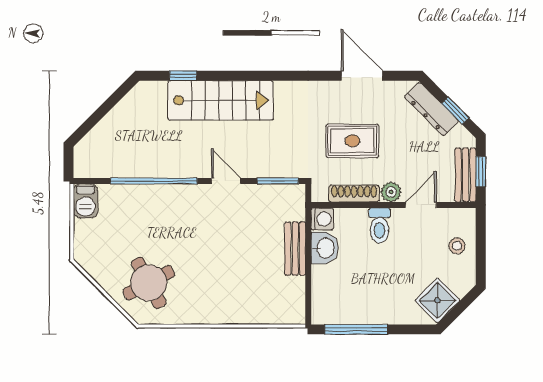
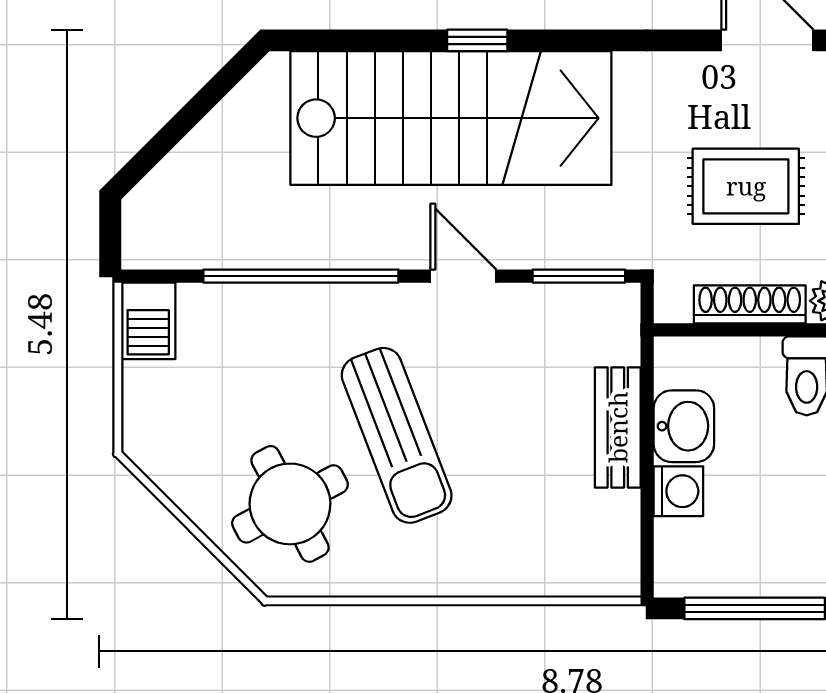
window: (183, 76) -> (477, 40), moved
stairs: (221, 100) -> (451, 118), width x1.36, depth x1.51
washing machine: (322, 219) -> (678, 491), moved
sun lounger: (196, 252) -> (397, 435), added

